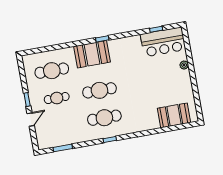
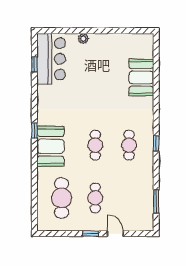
cafe table: (99, 90) -> (95, 145), width x0.73, depth x0.74
booth: (174, 115) -> (141, 77), moved
cafe table: (104, 118) -> (129, 145), width x0.73, depth x0.74

